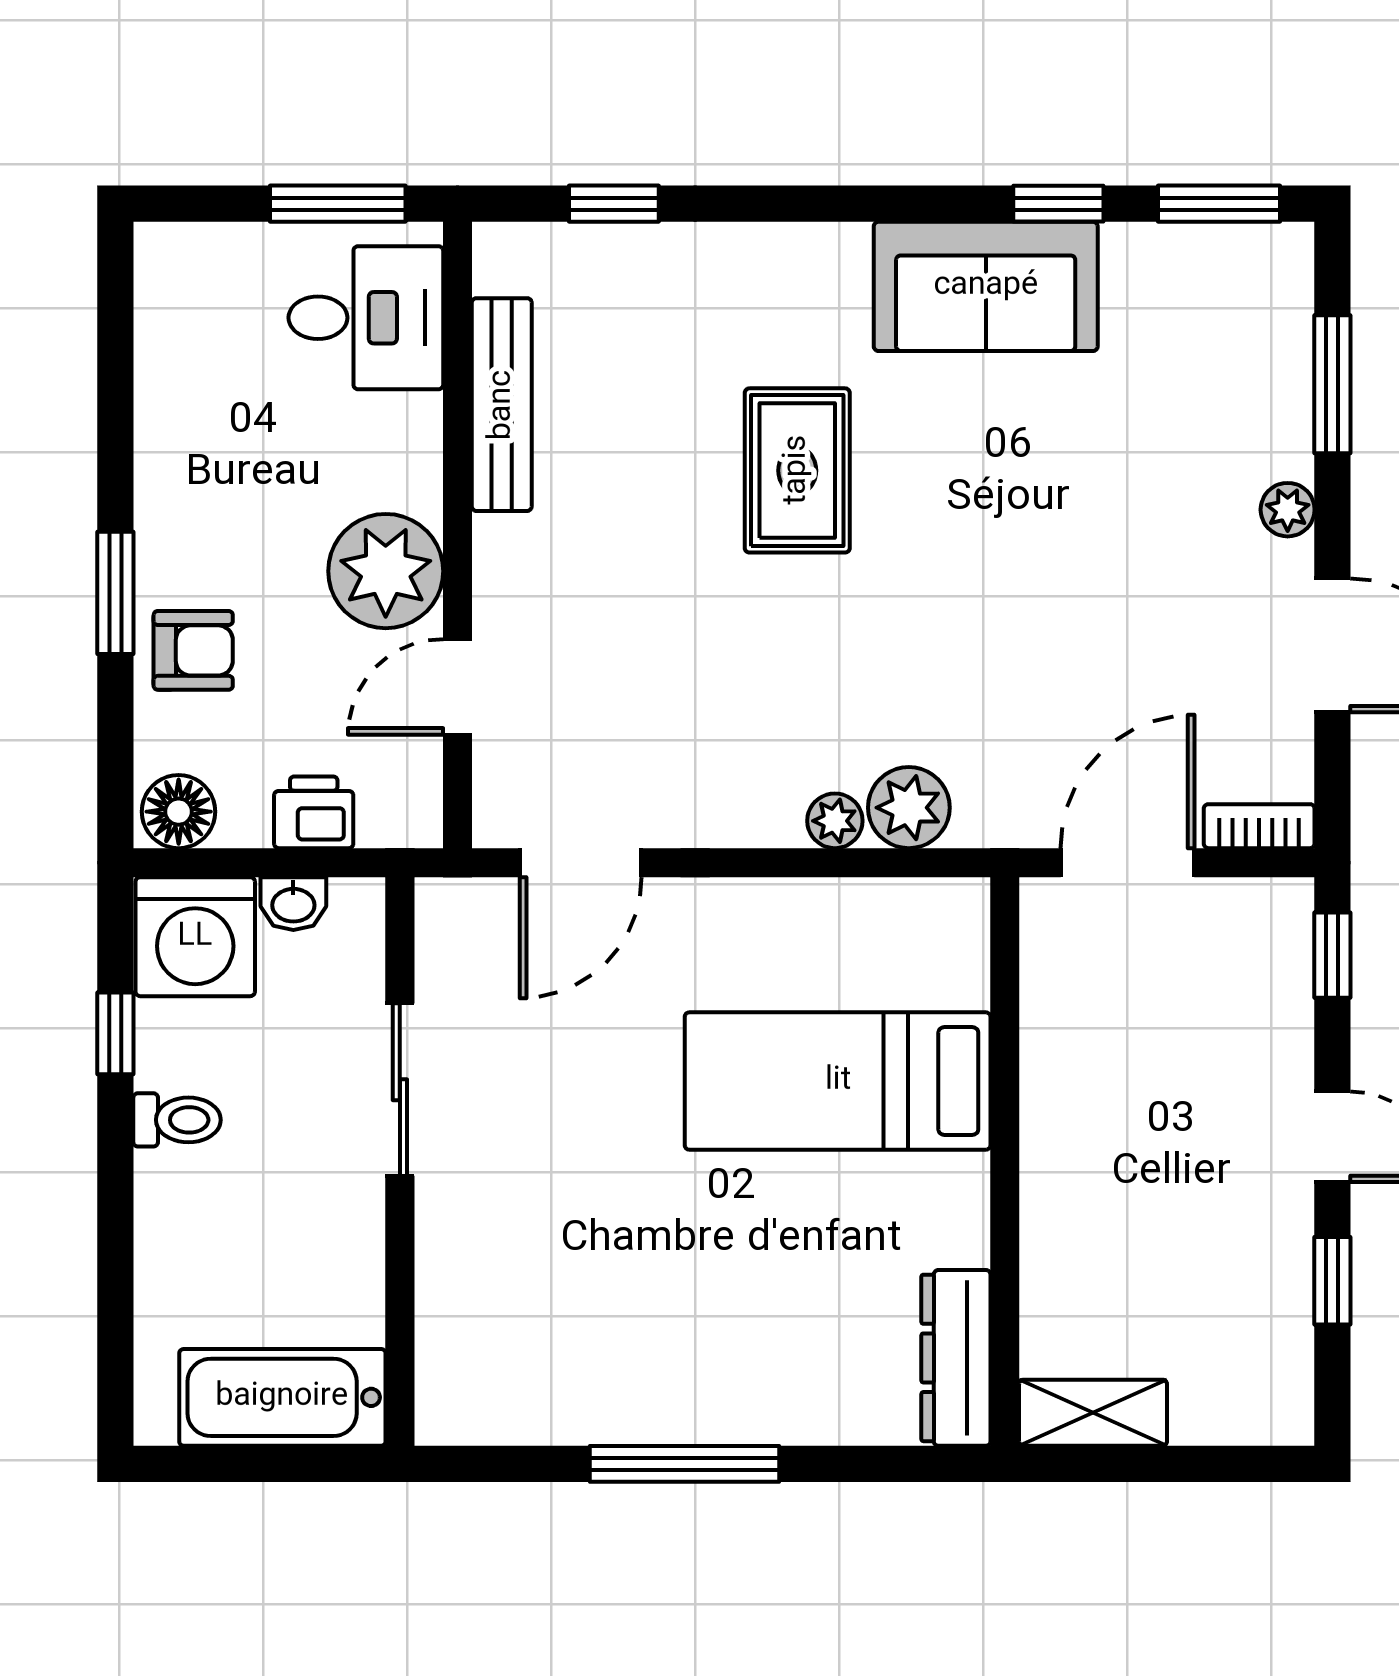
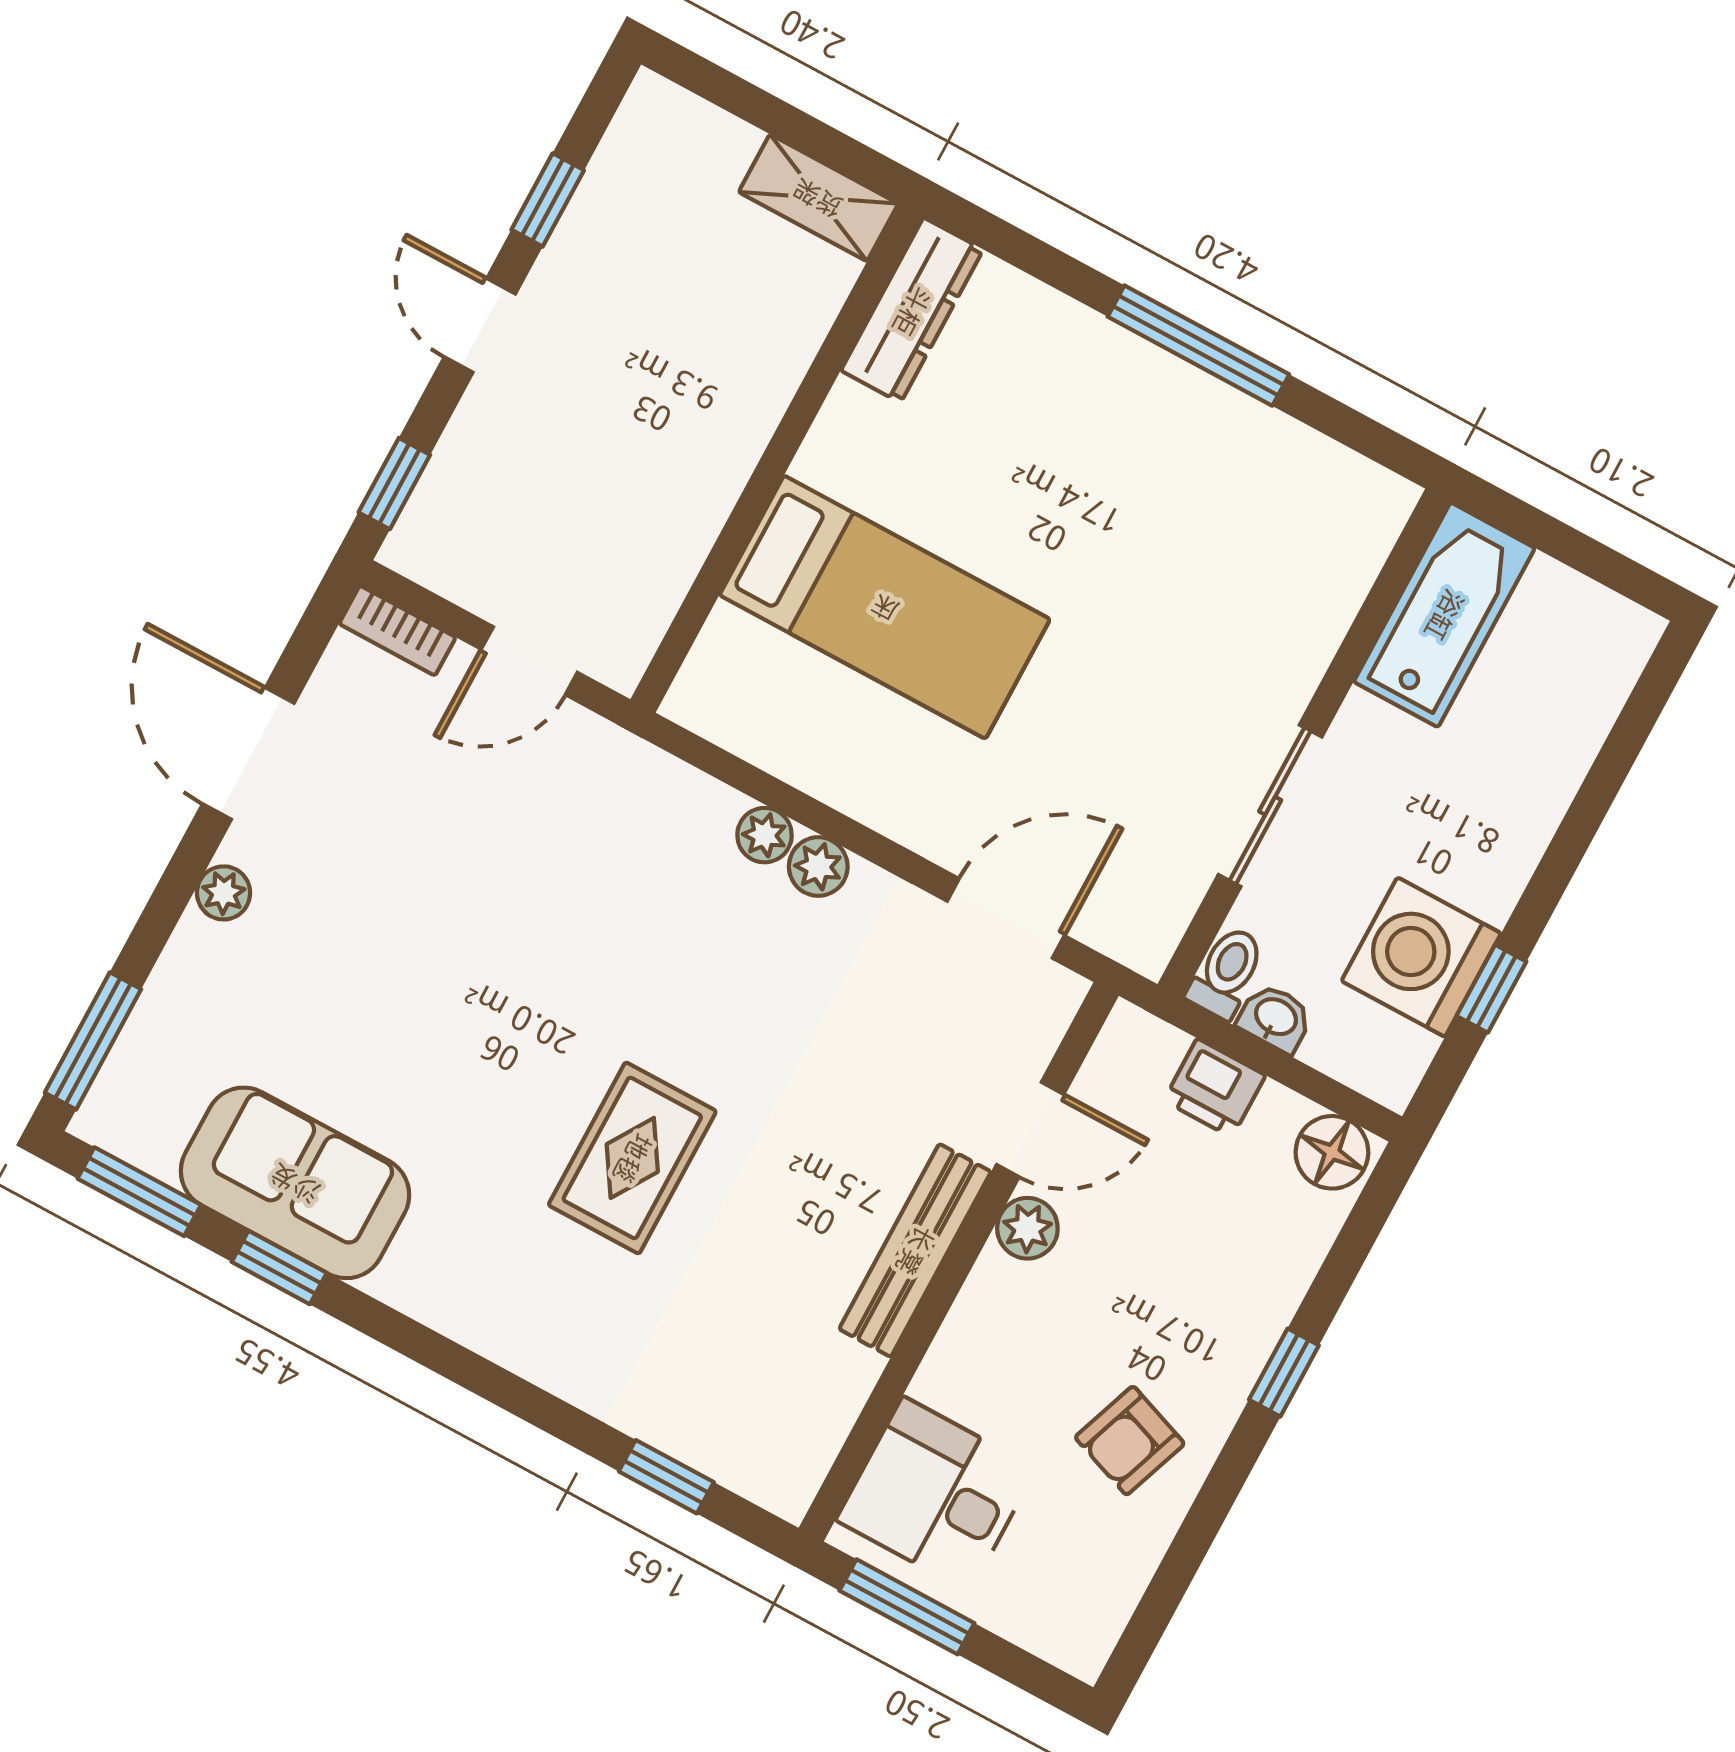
sofa: (986, 286) -> (295, 1183), moved
window: (1332, 384) -> (93, 1041), moved
bench: (502, 405) -> (915, 1250), moved
plant: (386, 571) -> (1027, 1228), width x0.53, depth x0.53
window: (115, 593) -> (1284, 1373), width x0.67
armchair: (193, 650) -> (1130, 1441), moved, turned -70
plant: (909, 808) -> (818, 867), moved, width x0.73, depth x0.73
door: (1127, 863) -> (529, 661), width x0.73
washing machine: (195, 937) -> (1421, 957), moved, turned -90
toilet: (177, 1120) -> (1226, 972), moved, turned 90
bathtub: (282, 1397) -> (1444, 615), moved, turned -90

